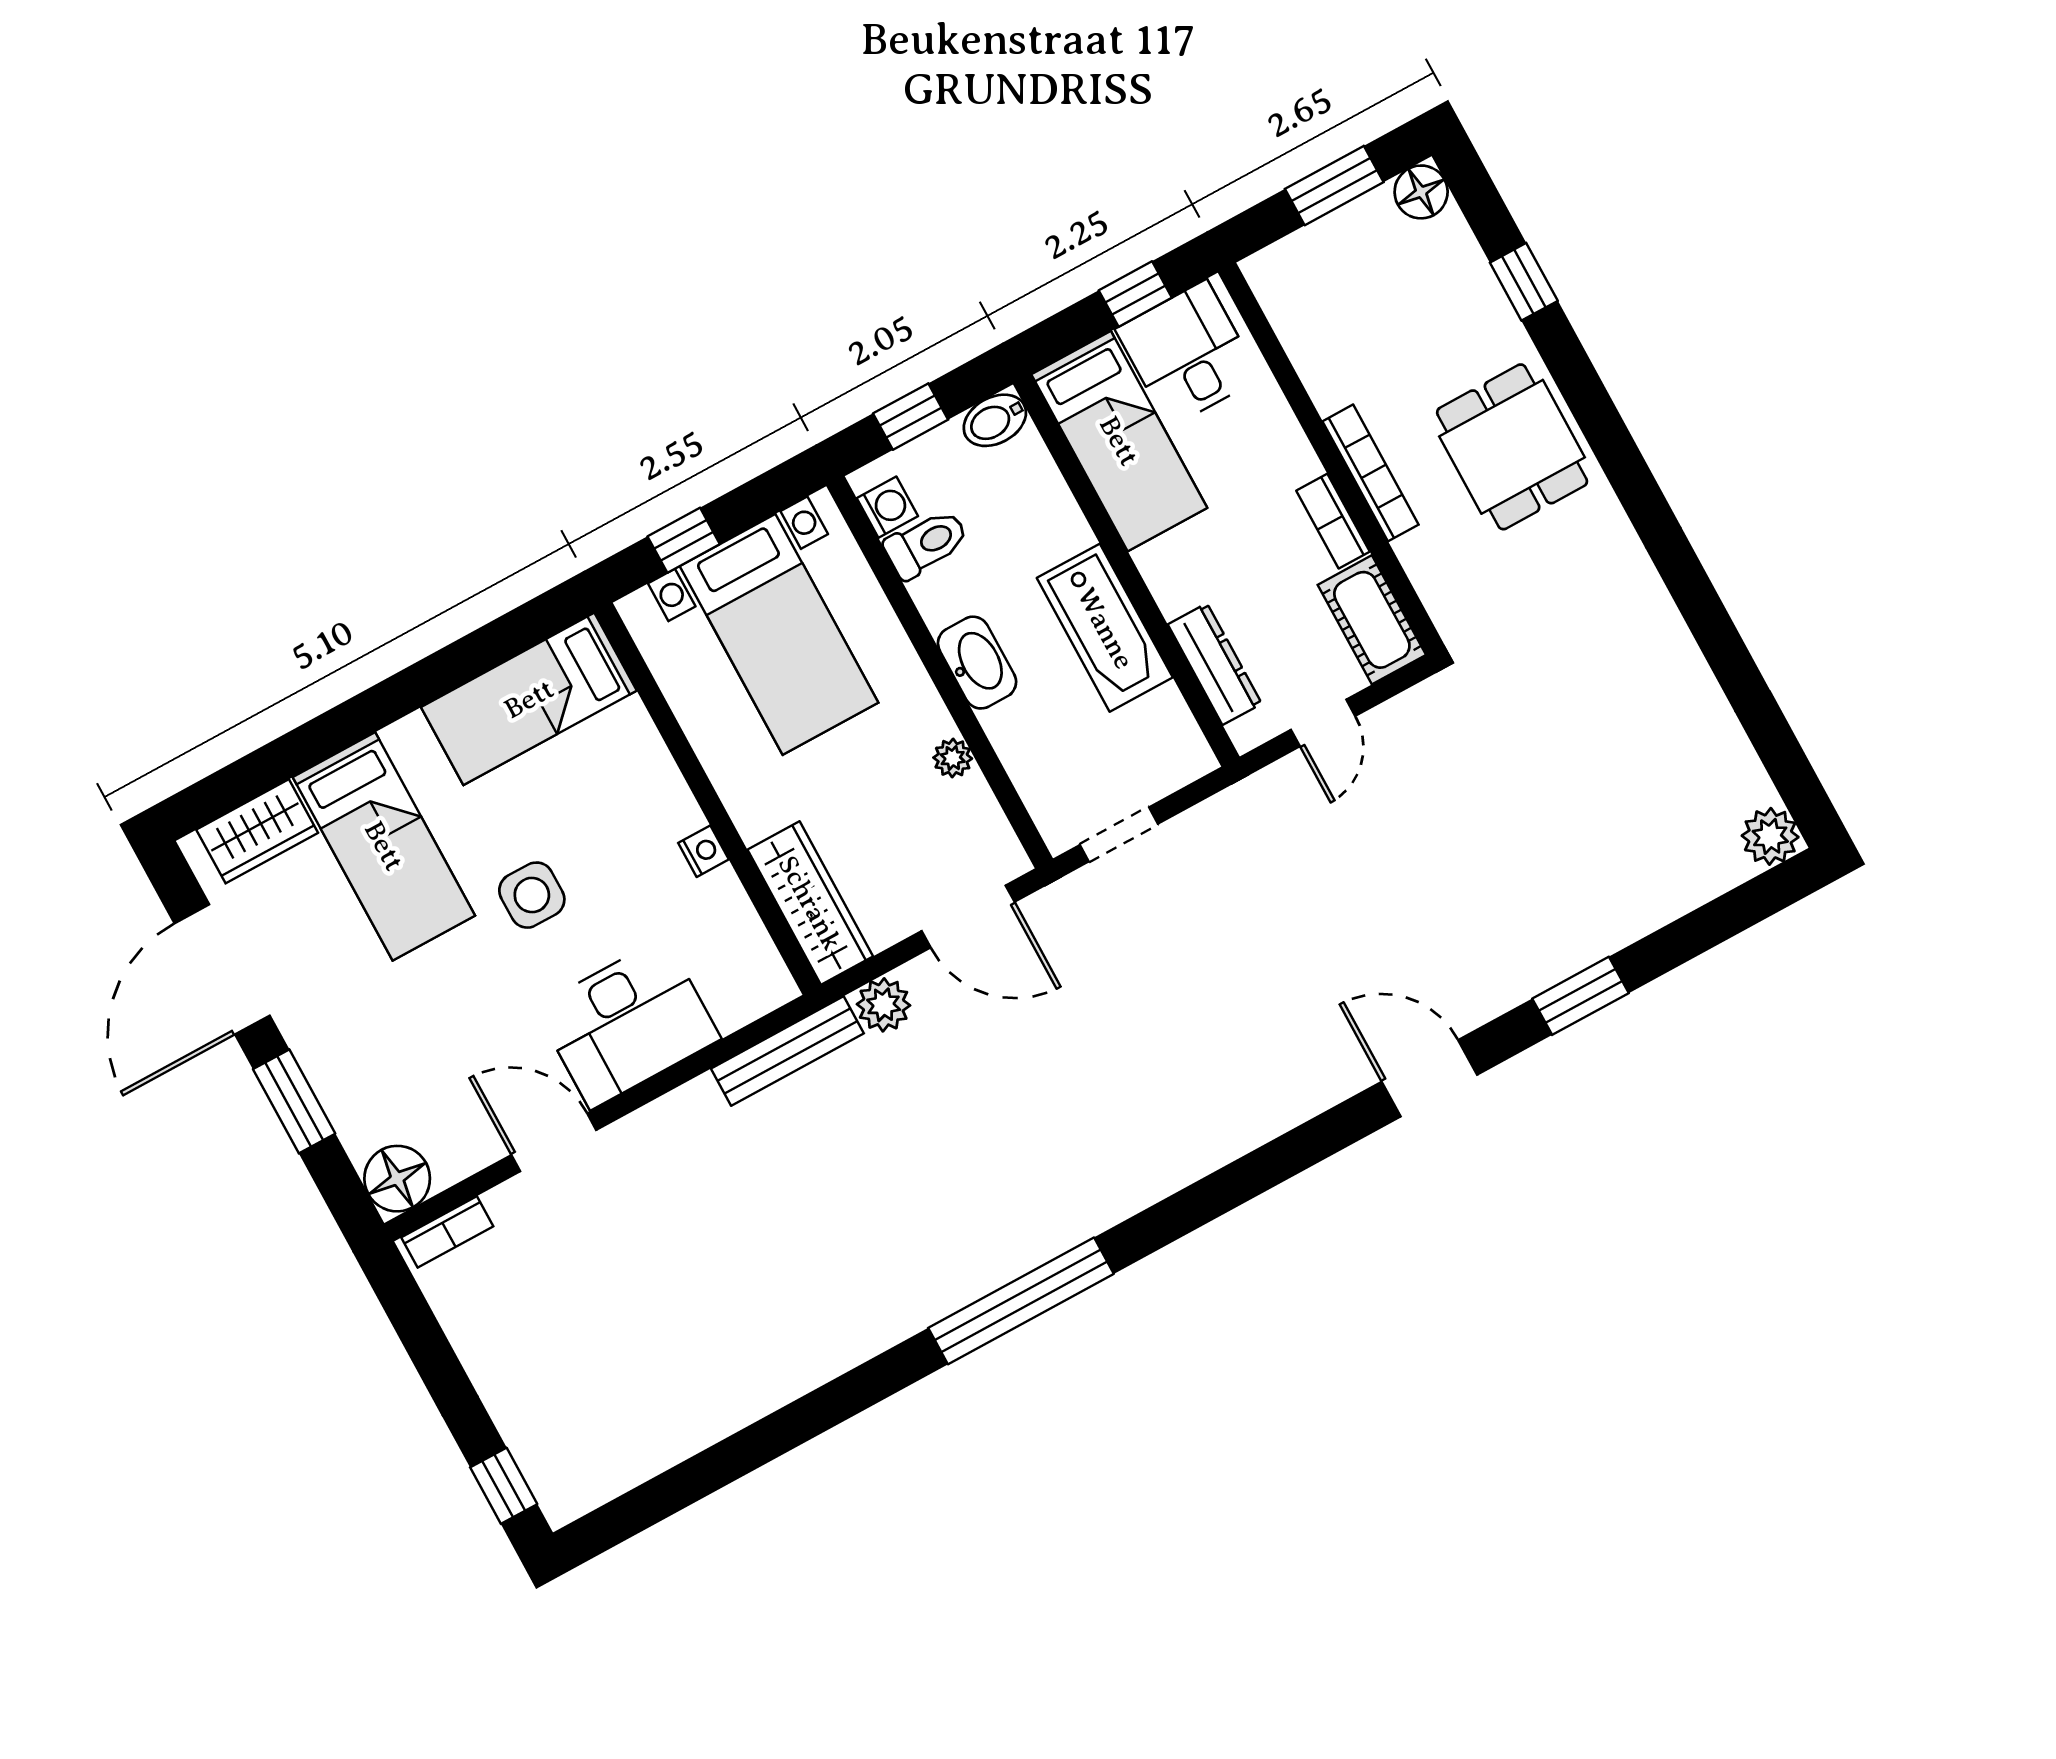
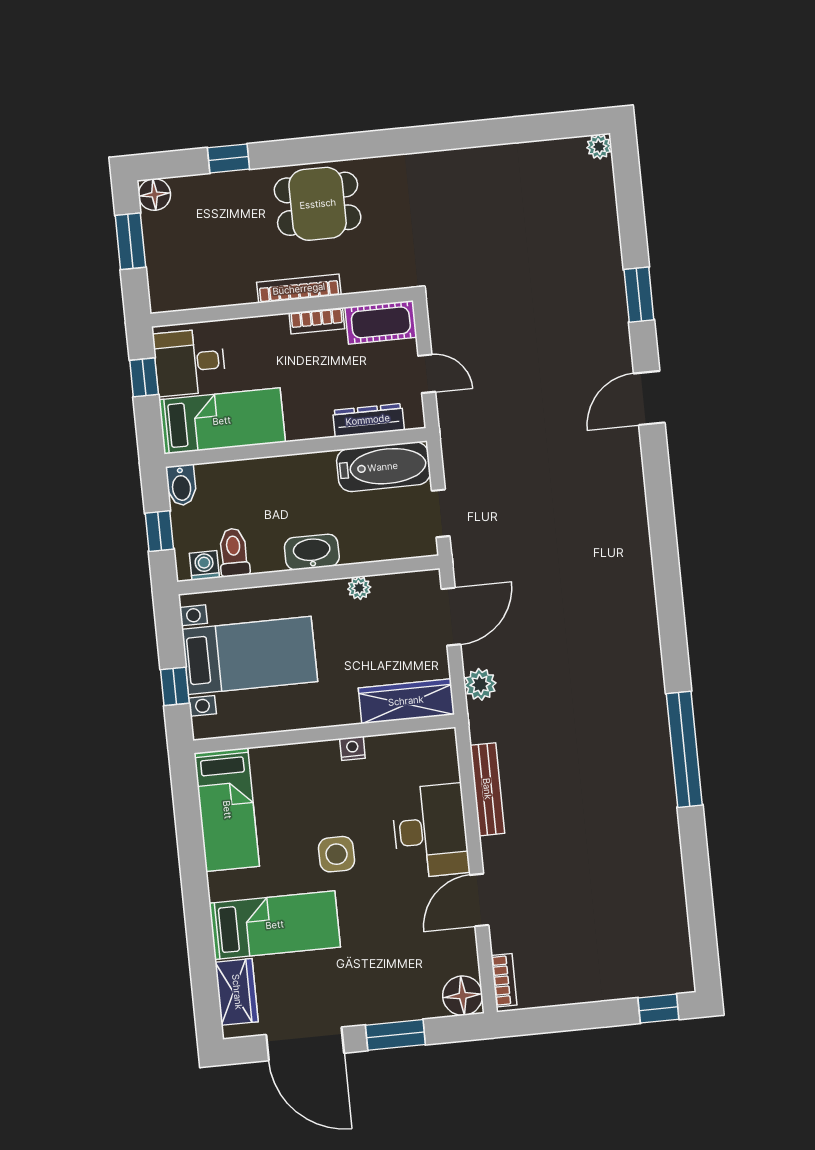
bathtub: (1105, 628) -> (383, 467), moved
plant: (1770, 836) -> (599, 147), width x0.73, depth x0.73
bench: (787, 1051) -> (487, 789), moved
window: (1021, 1301) -> (684, 749), moved

